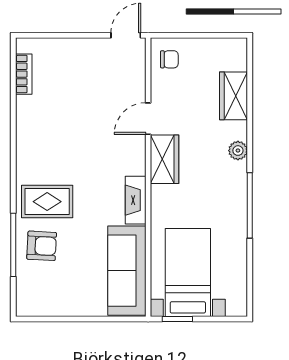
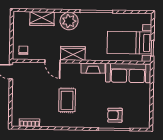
plant: (238, 151) -> (69, 21), width x1.87, depth x1.87
rug: (47, 202) -> (67, 100), moved
armchair: (42, 246) -> (115, 115), turned -93

